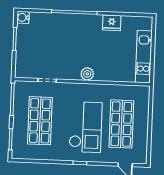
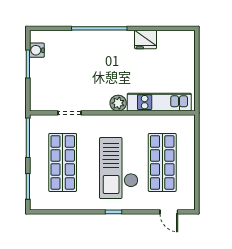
water cooler: (23, 17) -> (37, 50), moved
kitchen unit: (144, 57) -> (159, 102), moved, turned 90
checkout: (86, 127) -> (119, 168), turned 180

